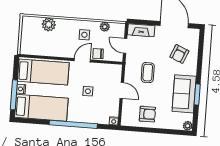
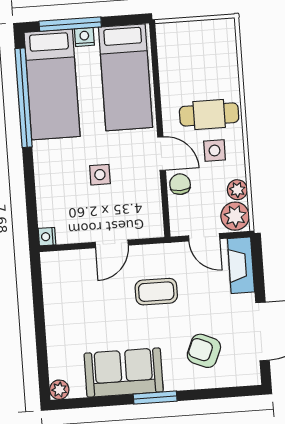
plant: (49, 24) -> (235, 216), moved
cafe table: (67, 35) -> (209, 114), added
door: (125, 46) -> (204, 237), swing flipped
window: (197, 94) -> (155, 398), moved
armchair: (147, 114) -> (71, 304), removed
window: (73, 124) -> (24, 98), moved

